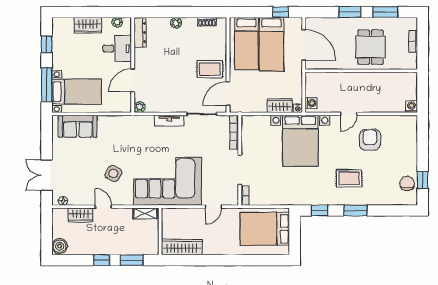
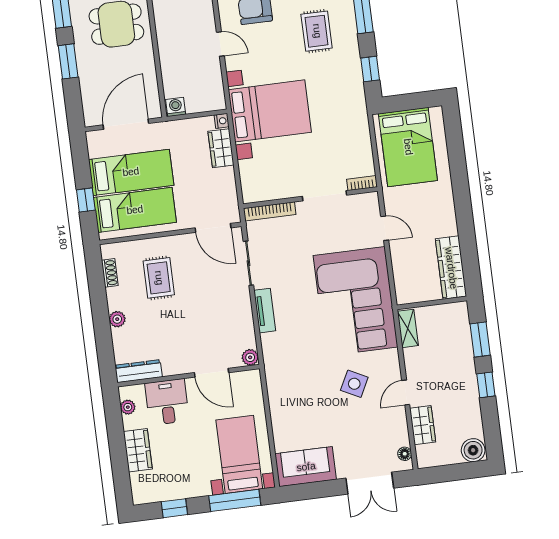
window: (281, 12) -> (86, 200), moved
rug: (210, 69) -> (159, 278), moved
washing machine: (311, 103) -> (176, 107), moved
sofa: (78, 126) -> (306, 467), moved, turned -90

